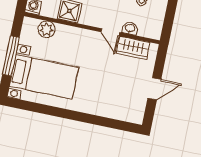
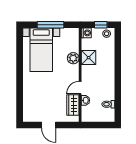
plant: (47, 29) -> (73, 58), moved

